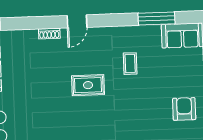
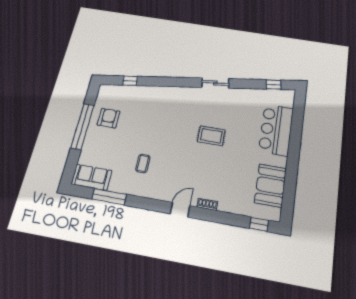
rug: (88, 85) -> (211, 136), moved
armchair: (184, 109) -> (109, 118), turned 180

